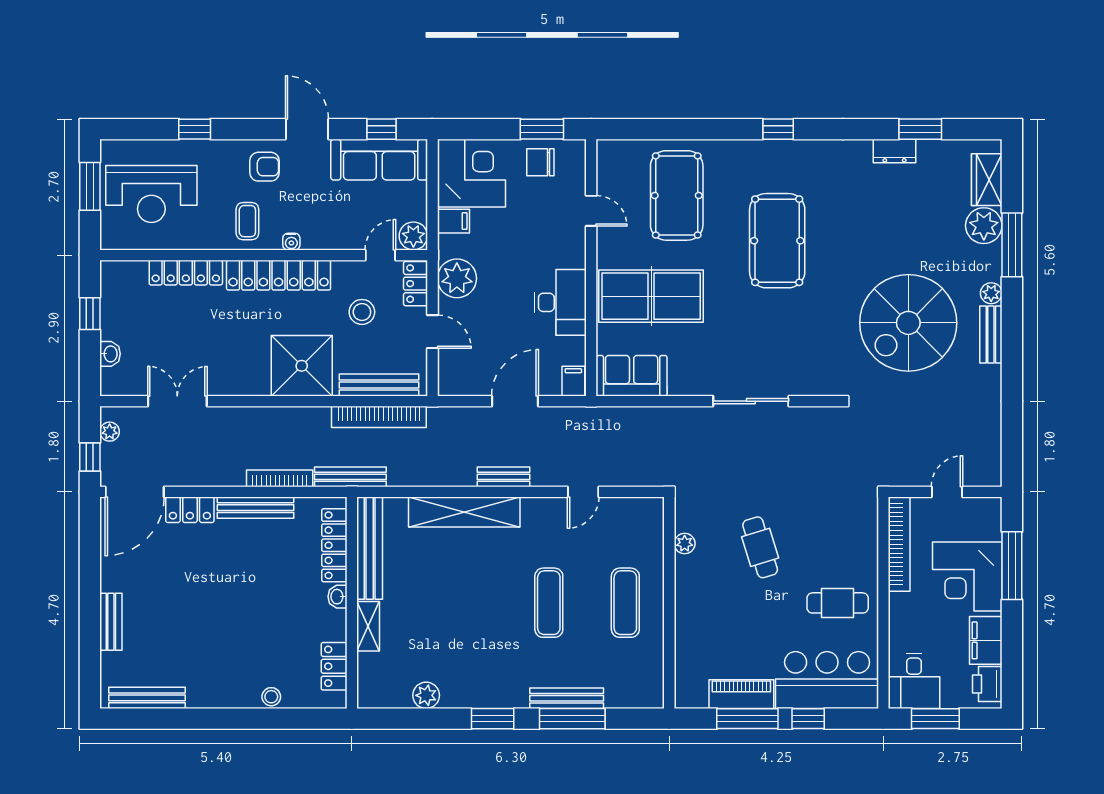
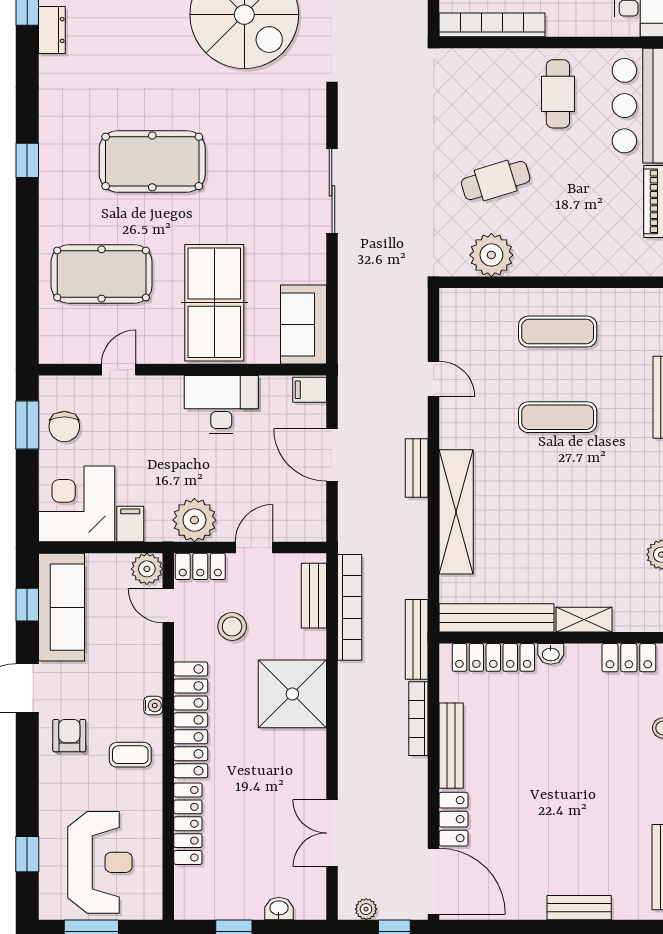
window: (195, 129) -> (27, 854), moved
bench: (379, 385) -> (314, 596), width x0.73
plant: (685, 544) -> (491, 255), width x1.88, depth x1.88

